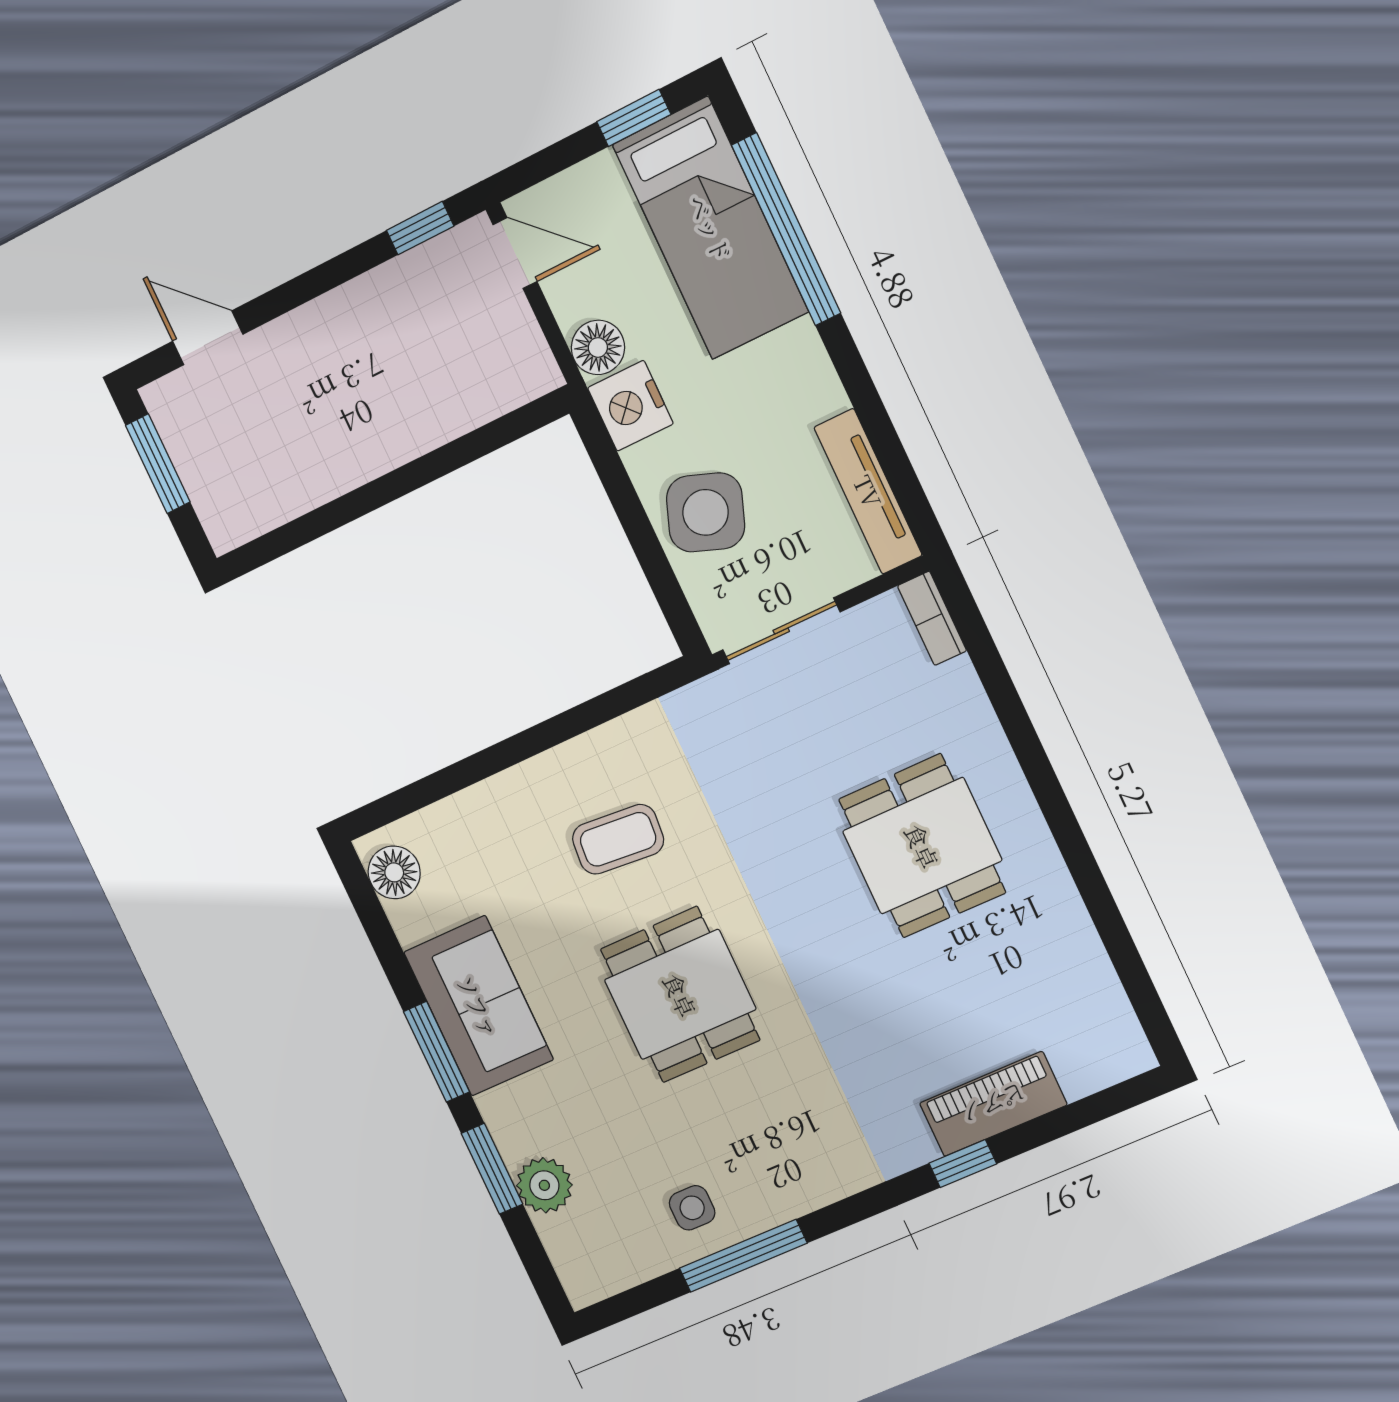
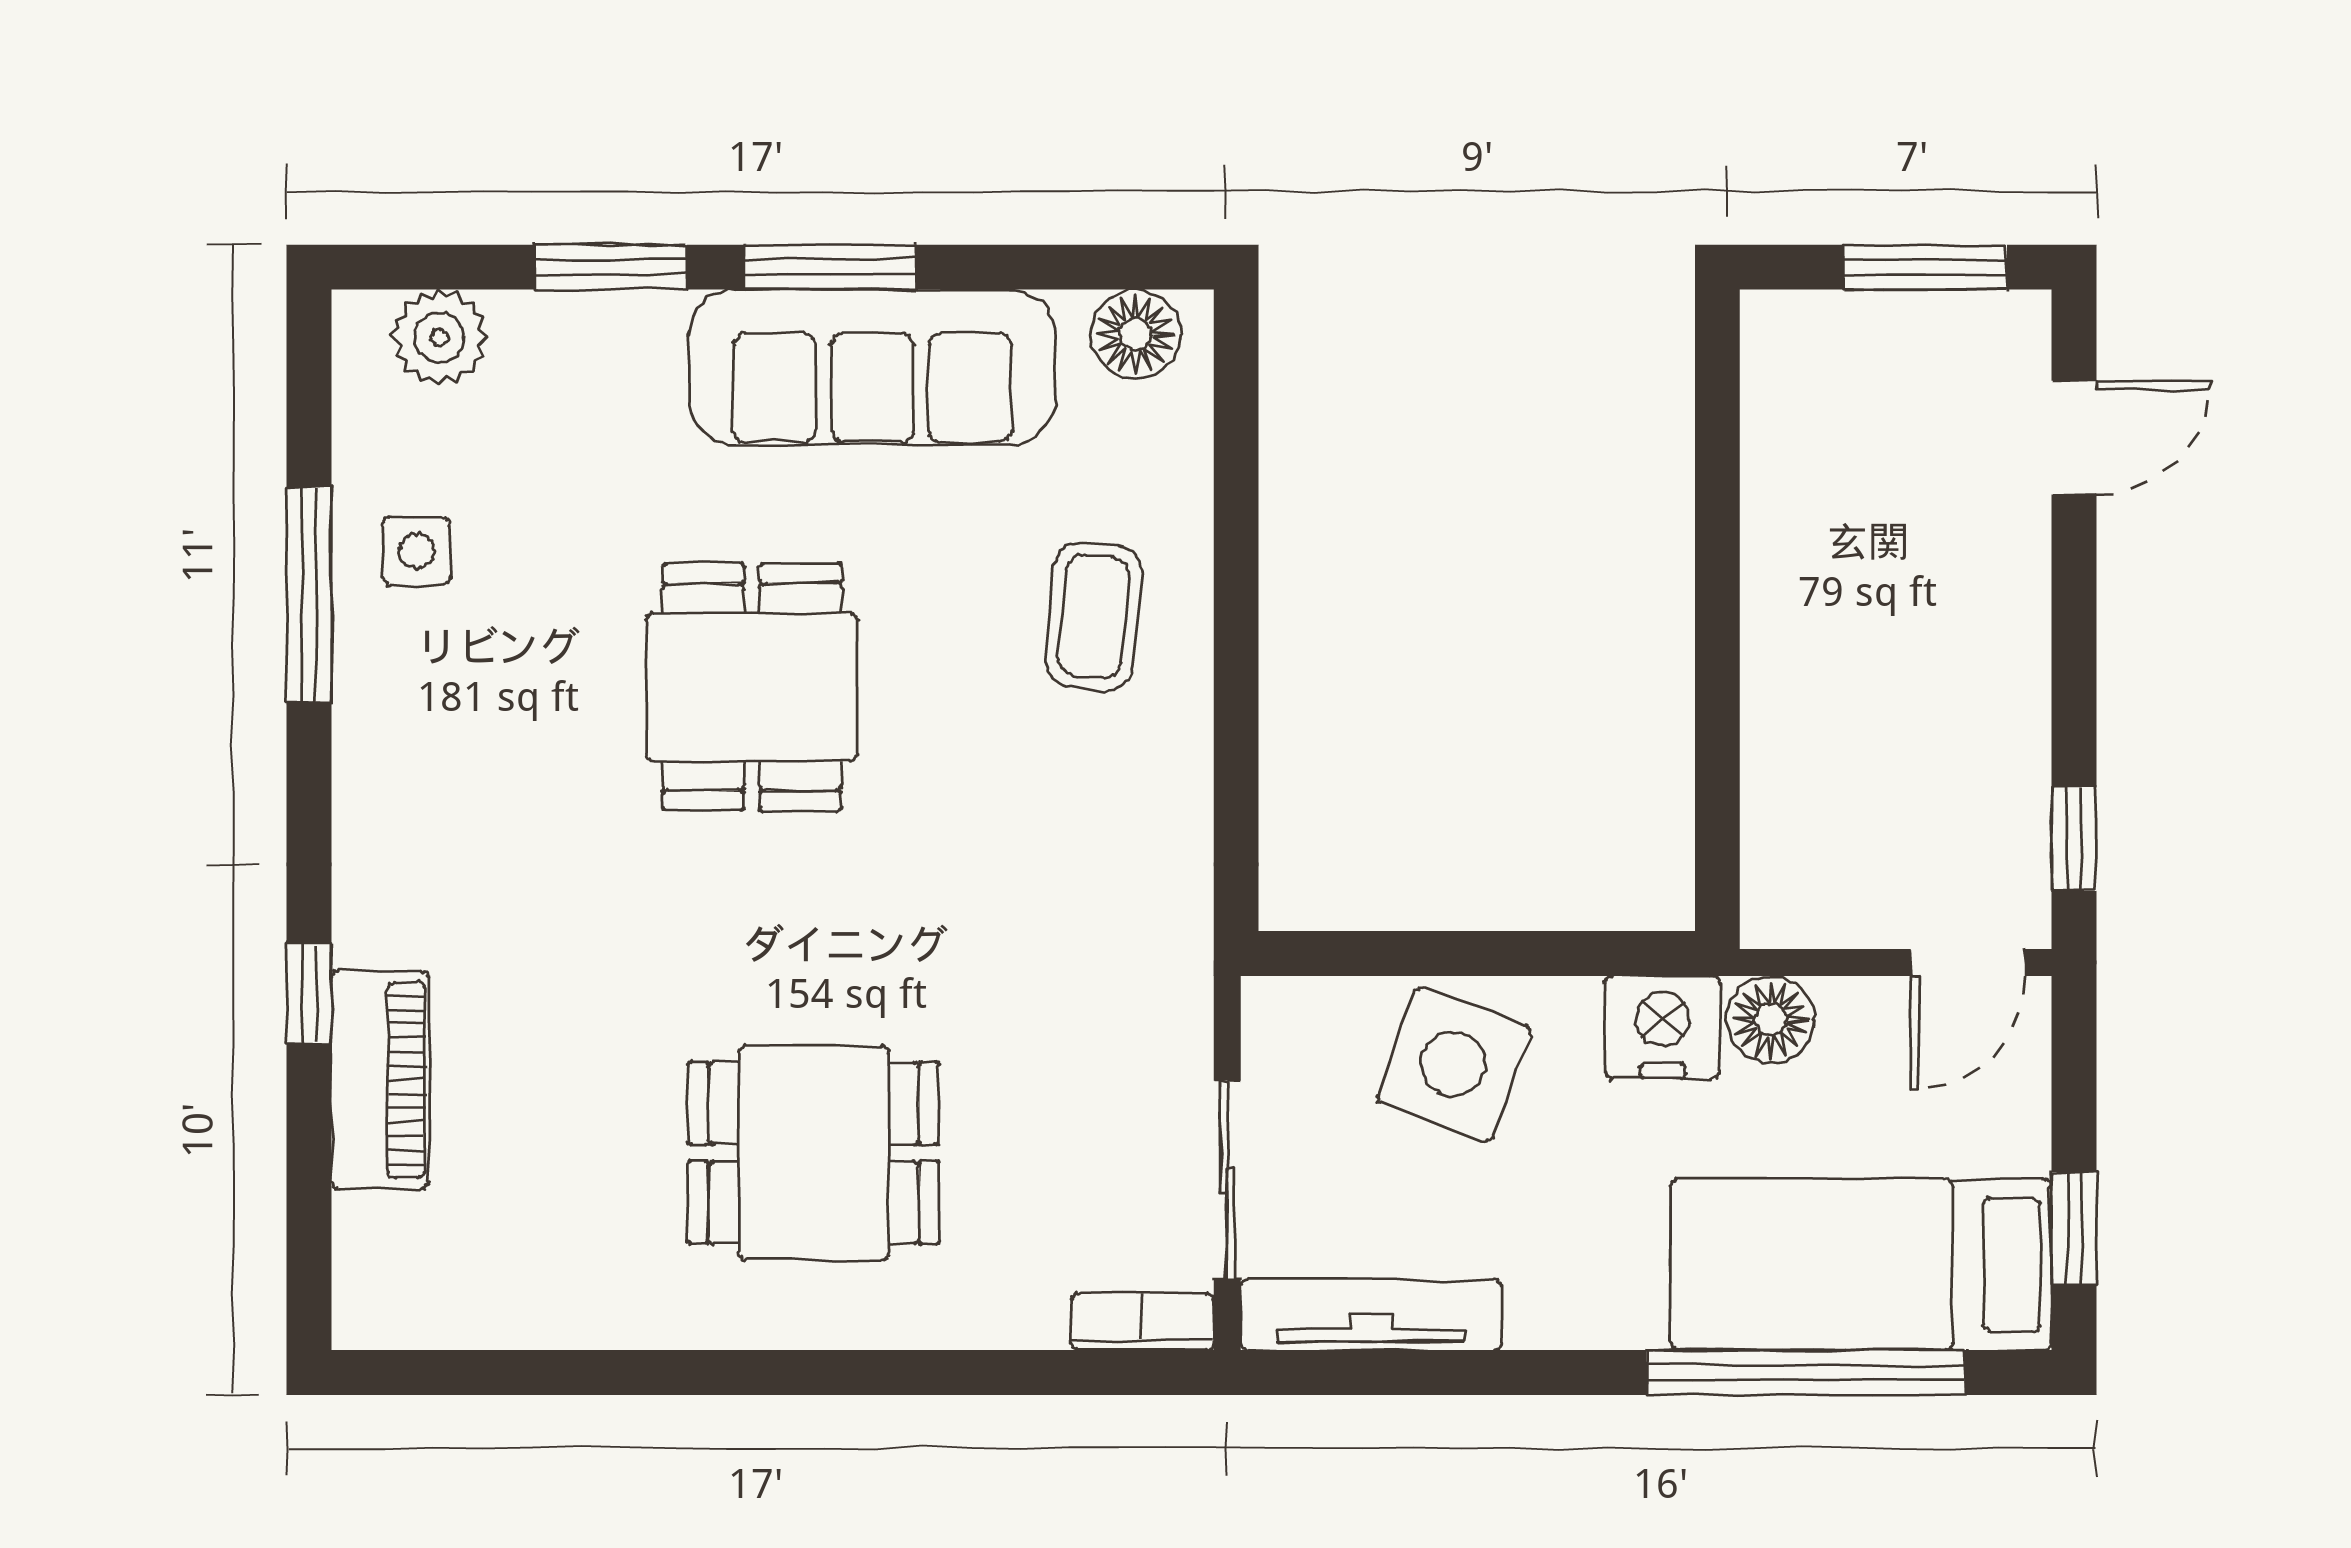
sliding door: (781, 631) -> (1227, 1180), moved
coffee table: (618, 839) -> (1094, 616), moved
dining table: (680, 995) -> (752, 687), turned 90
sofa: (478, 1006) -> (872, 367), width x1.36
plant: (544, 1185) -> (439, 337), moved

